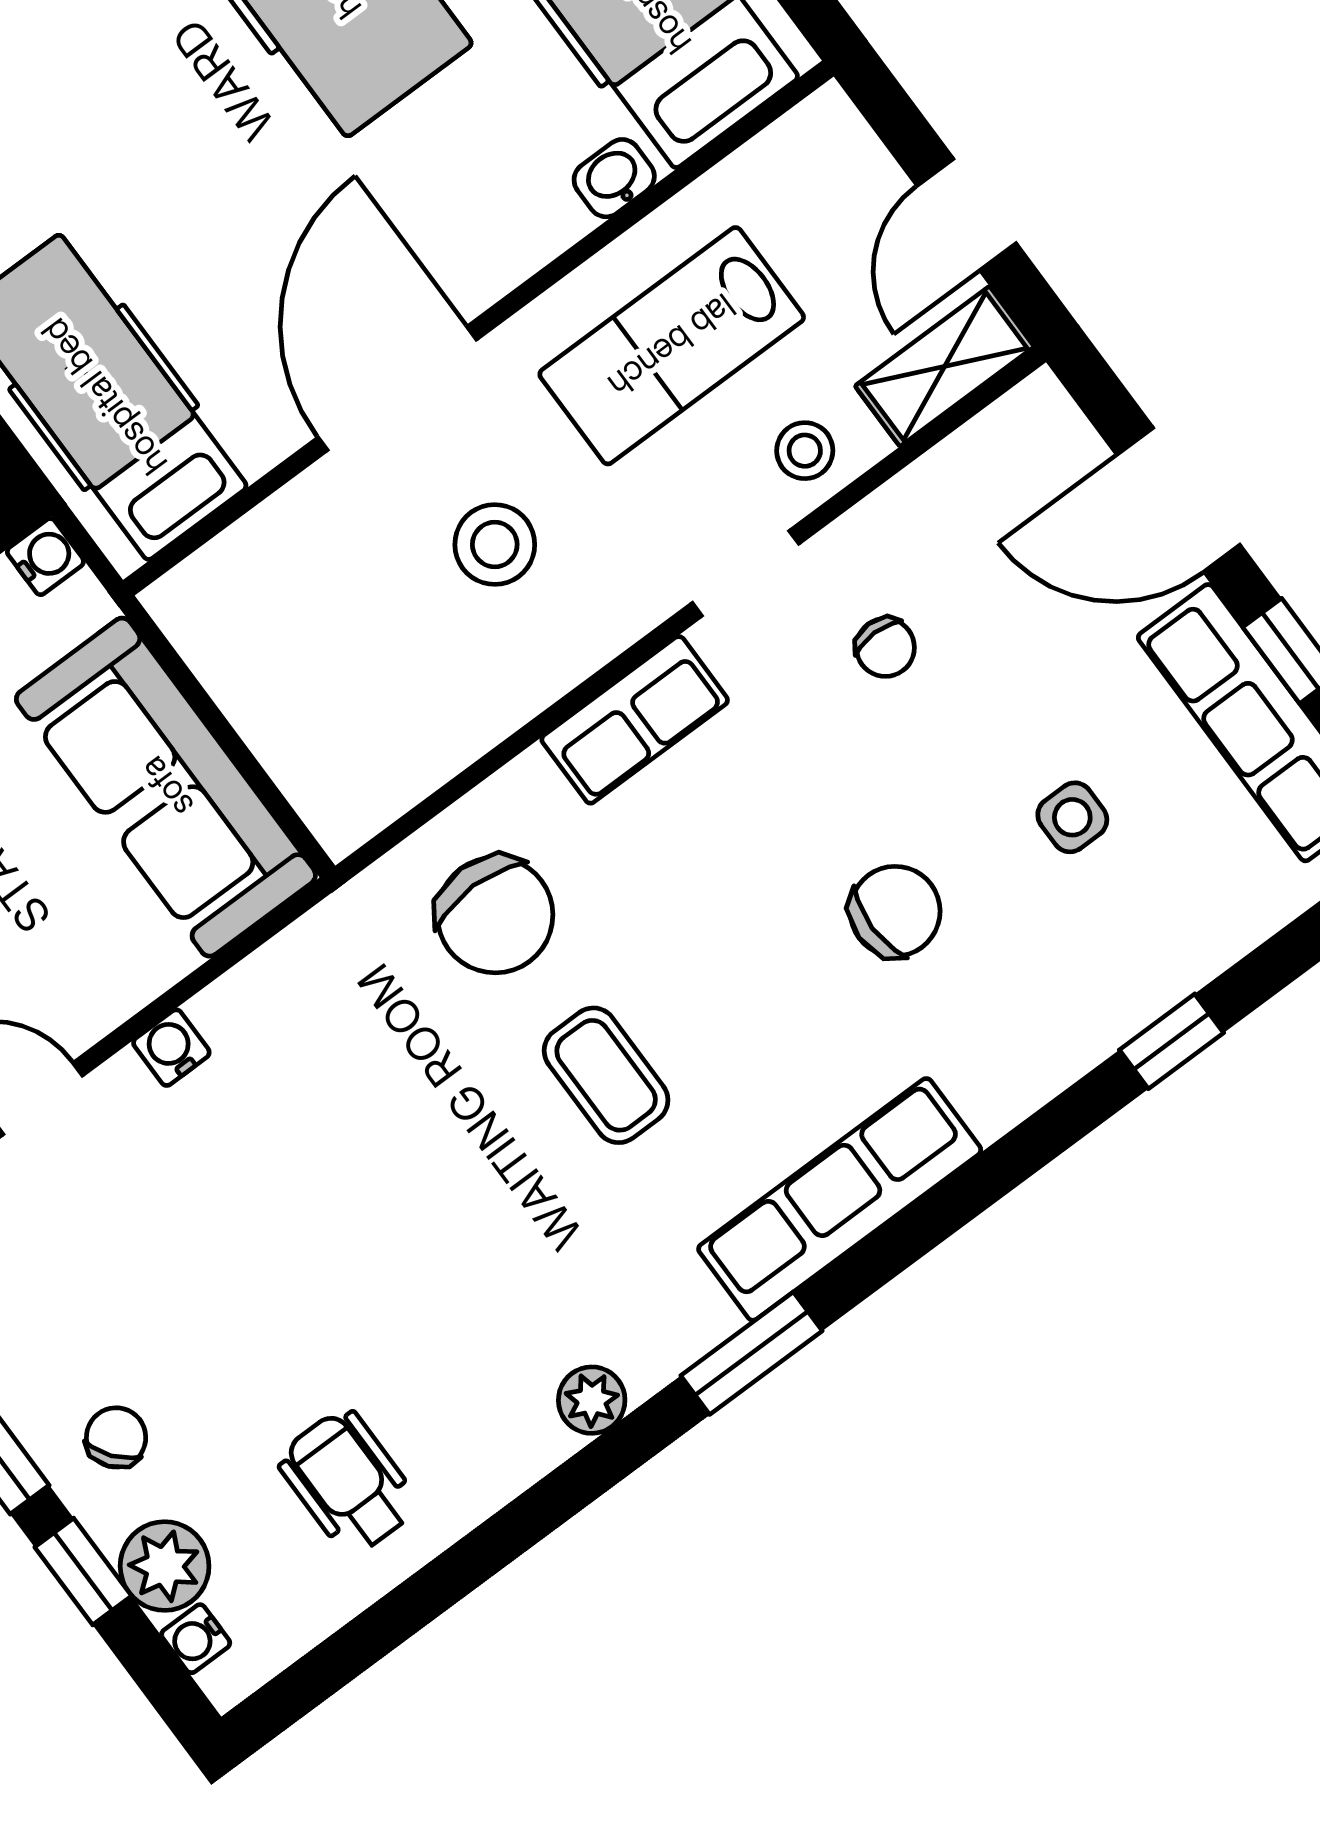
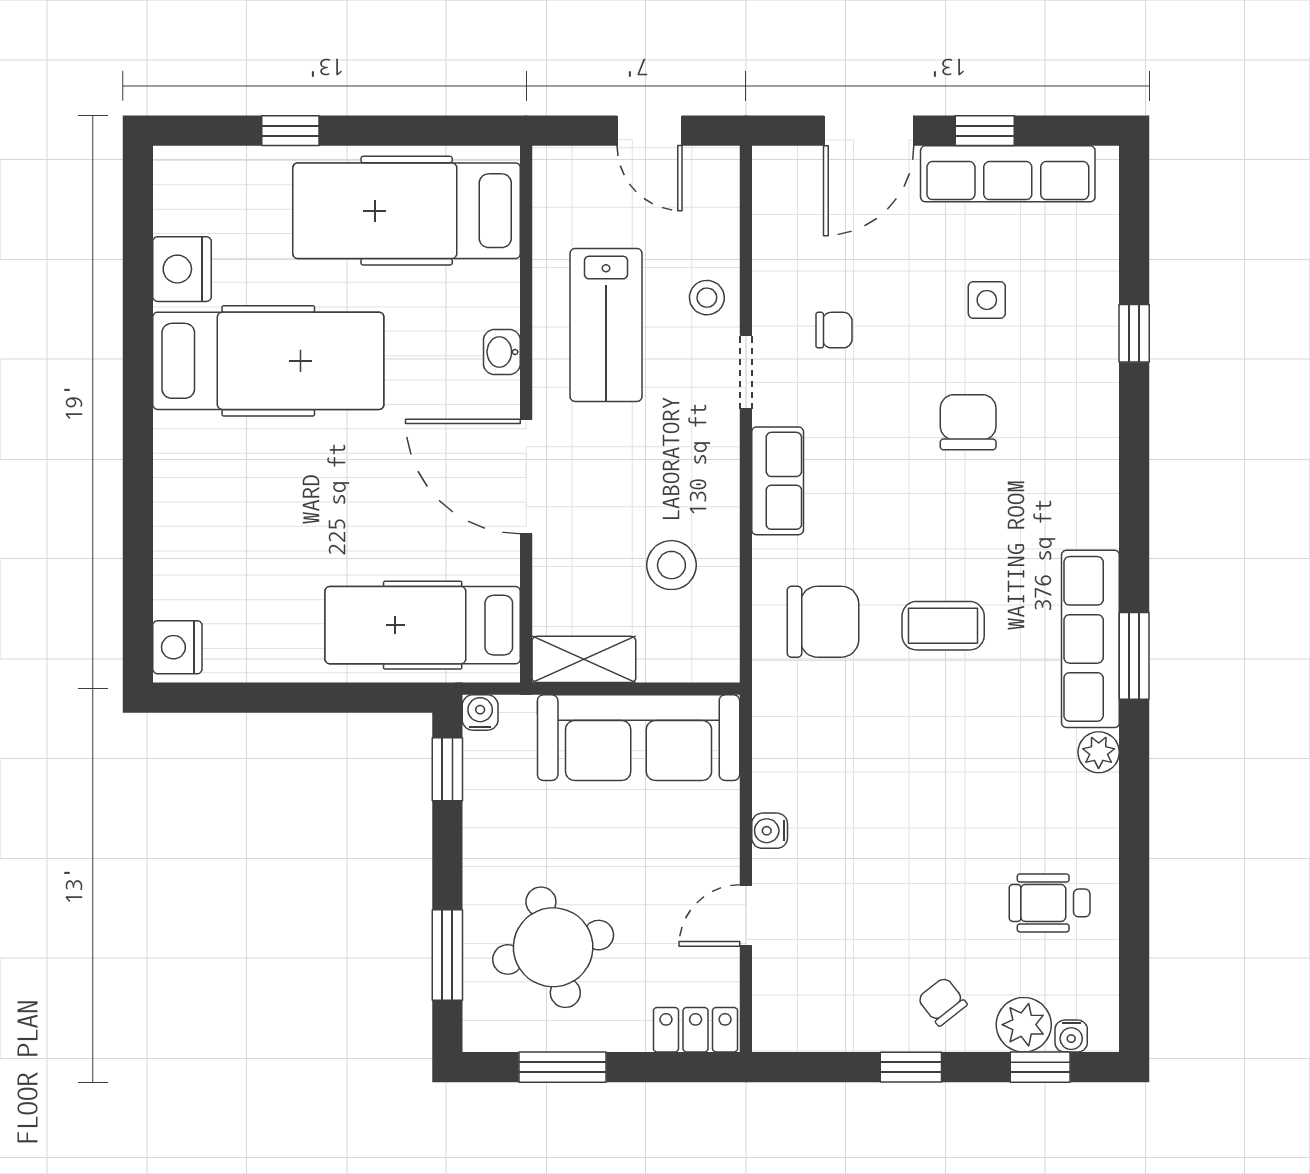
washbasin: (614, 178) -> (502, 352), moved
shelving: (945, 366) -> (584, 659), moved, turned 90
stool: (495, 545) -> (671, 565), moved
row of seats: (840, 1199) -> (1090, 639), moved
window: (83, 1572) -> (1040, 1067), moved

